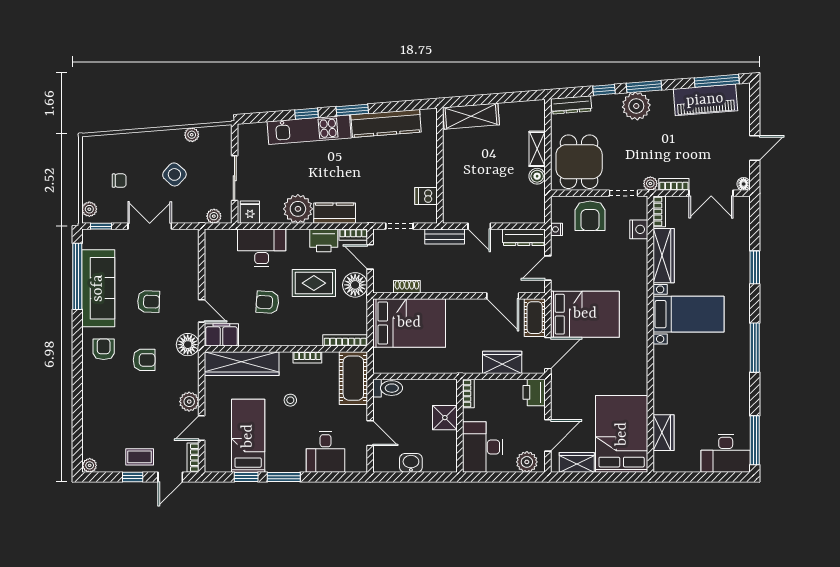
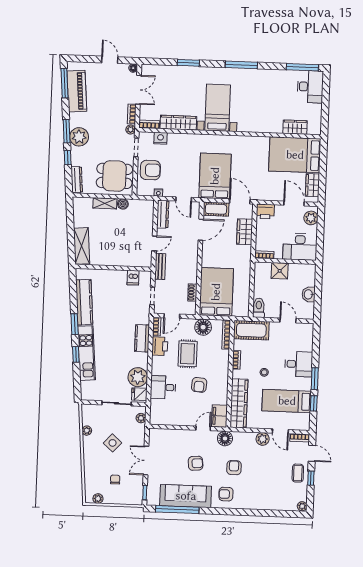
plant: (89, 209) -> (98, 499), moved
plant: (298, 209) -> (138, 377), moved
desk: (262, 248) -> (163, 387), width x0.73
floor lamp: (355, 285) -> (203, 327), moved
armchair: (148, 301) -> (196, 463), turned 83
door: (370, 433) -> (288, 320), hinge flipped
desk: (326, 452) -> (299, 364), moved

